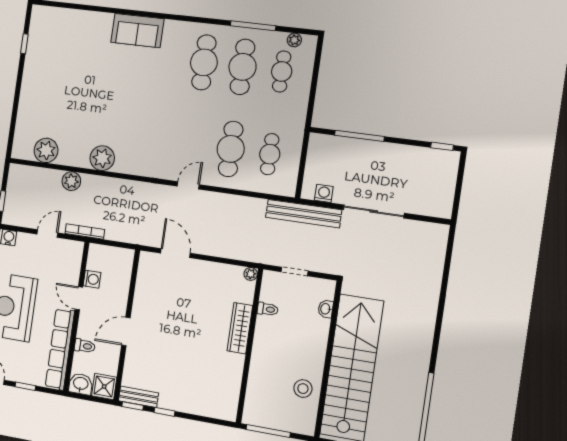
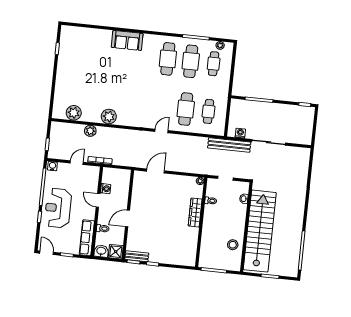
door: (175, 253) -> (155, 171), hinge flipped
row of seats: (60, 349) -> (87, 238), width x0.73

